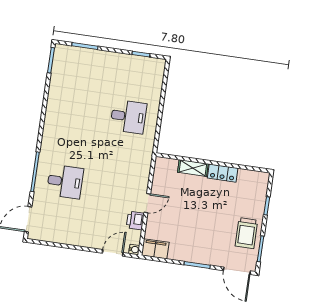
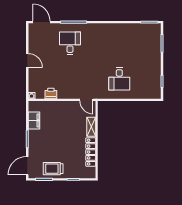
locker: (223, 173) -> (91, 152), width x1.53
desk: (65, 182) -> (70, 43), turned 180
door: (147, 203) -> (86, 100), moved
filing cabinet: (155, 249) -> (34, 120), moved
door: (113, 253) -> (27, 61), moved

